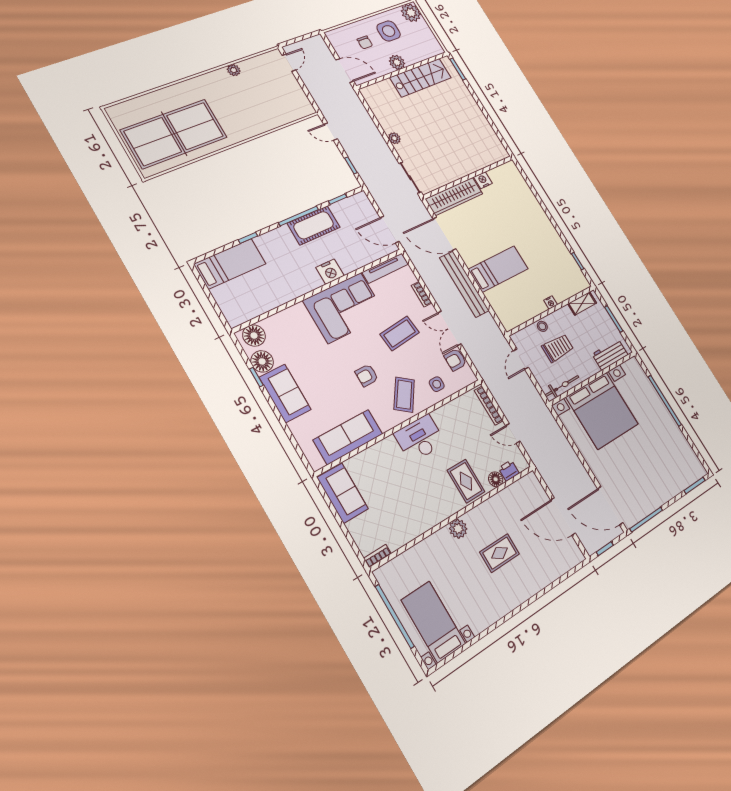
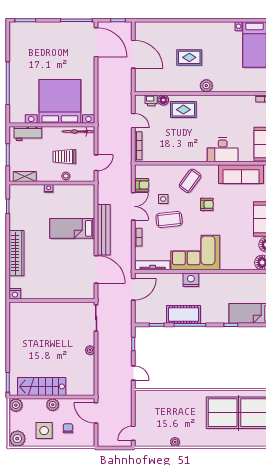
plant: (434, 48) -> (16, 405), added
nightstand: (483, 180) -> (15, 294), moved
wardrobe: (454, 196) -> (17, 253), moved, turned 90
door: (390, 230) -> (133, 289), hinge flipped
side table: (437, 384) -> (163, 199), moved
desk: (420, 438) -> (223, 150), moved
rug: (466, 481) -> (183, 110), turned 90

